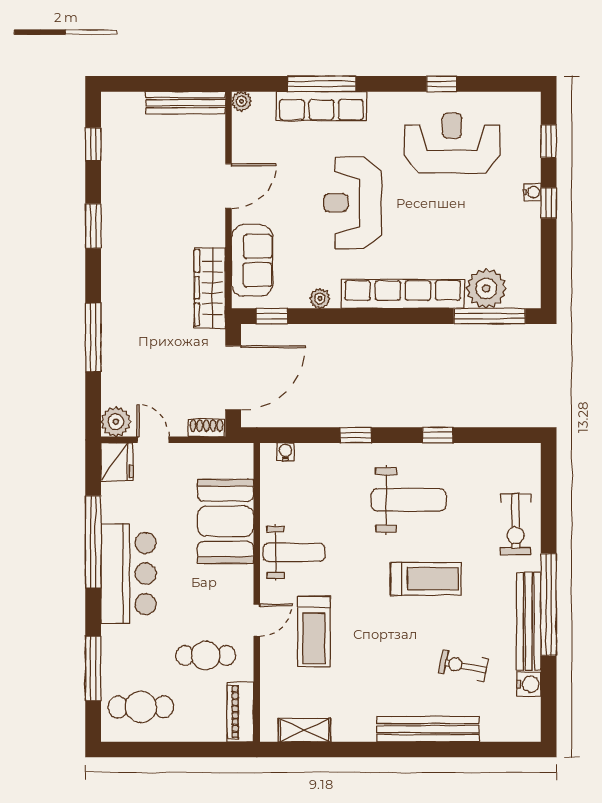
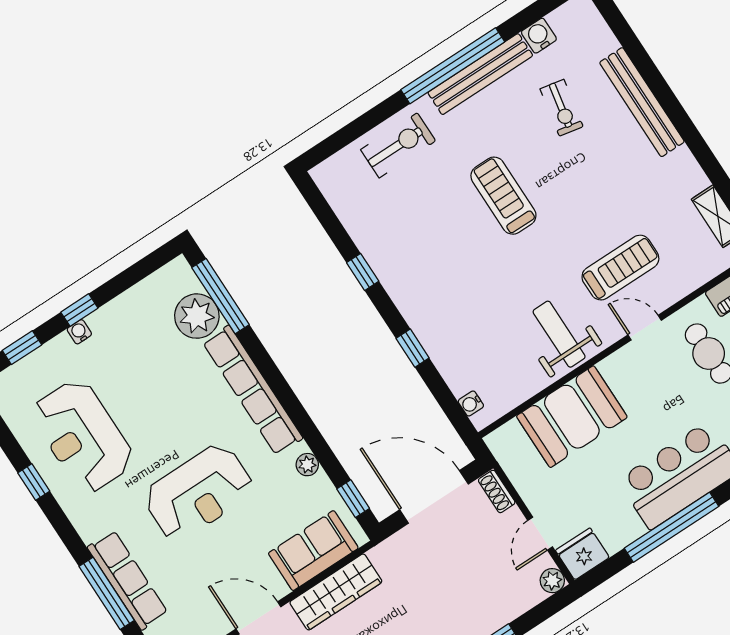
wardrobe: (210, 288) -> (336, 592), moved
plant: (116, 422) -> (552, 581), width x0.73, depth x0.73
weight bench: (409, 500) -> (441, 259), removed

